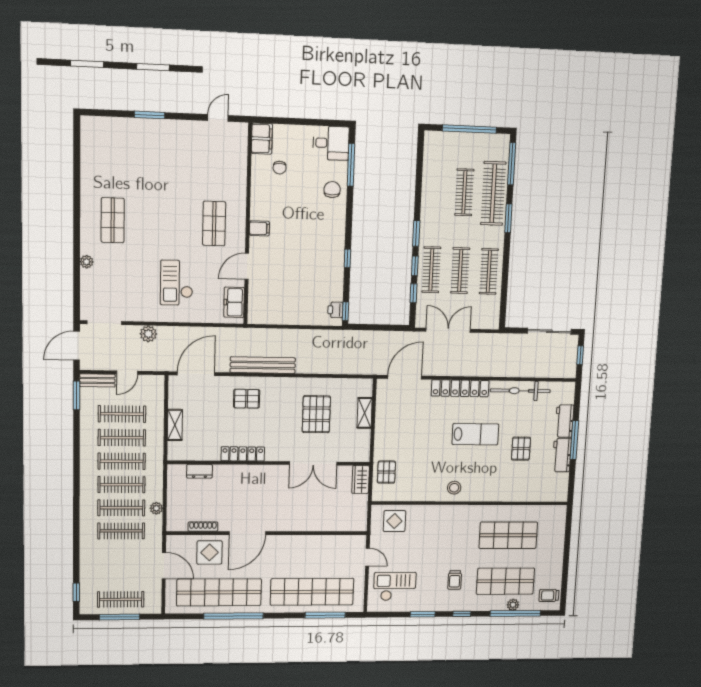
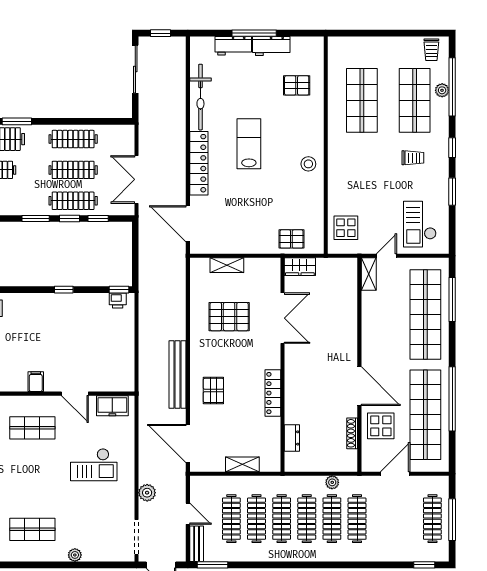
pallet: (521, 449) -> (297, 85), moved
shelving: (351, 541) -> (369, 274), added

